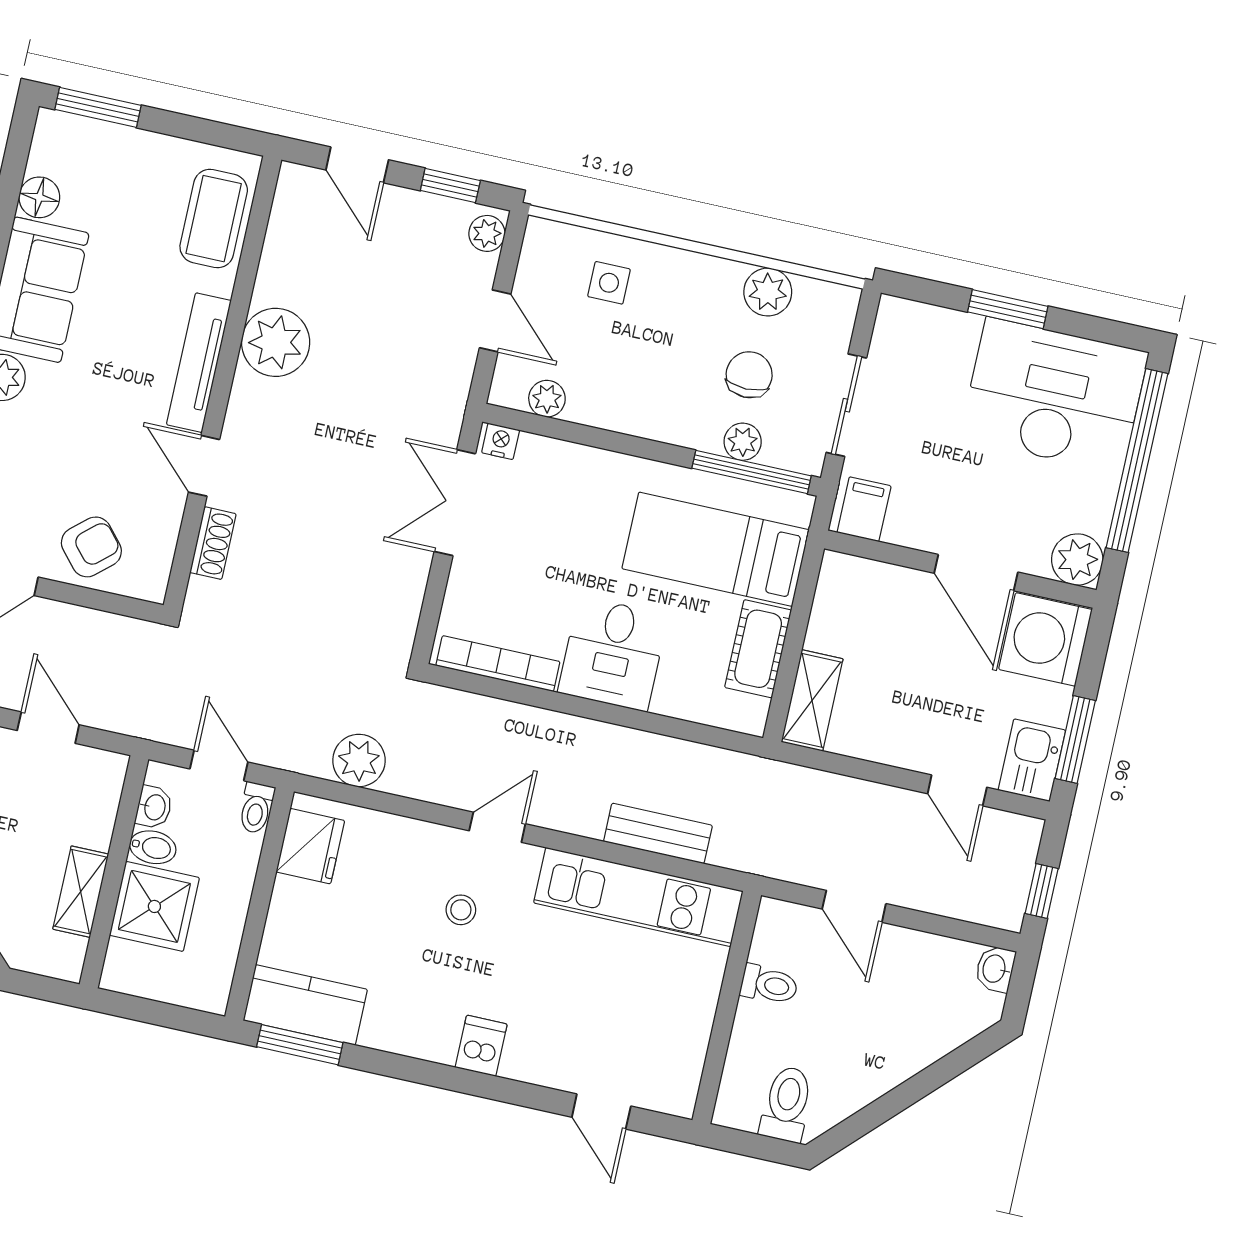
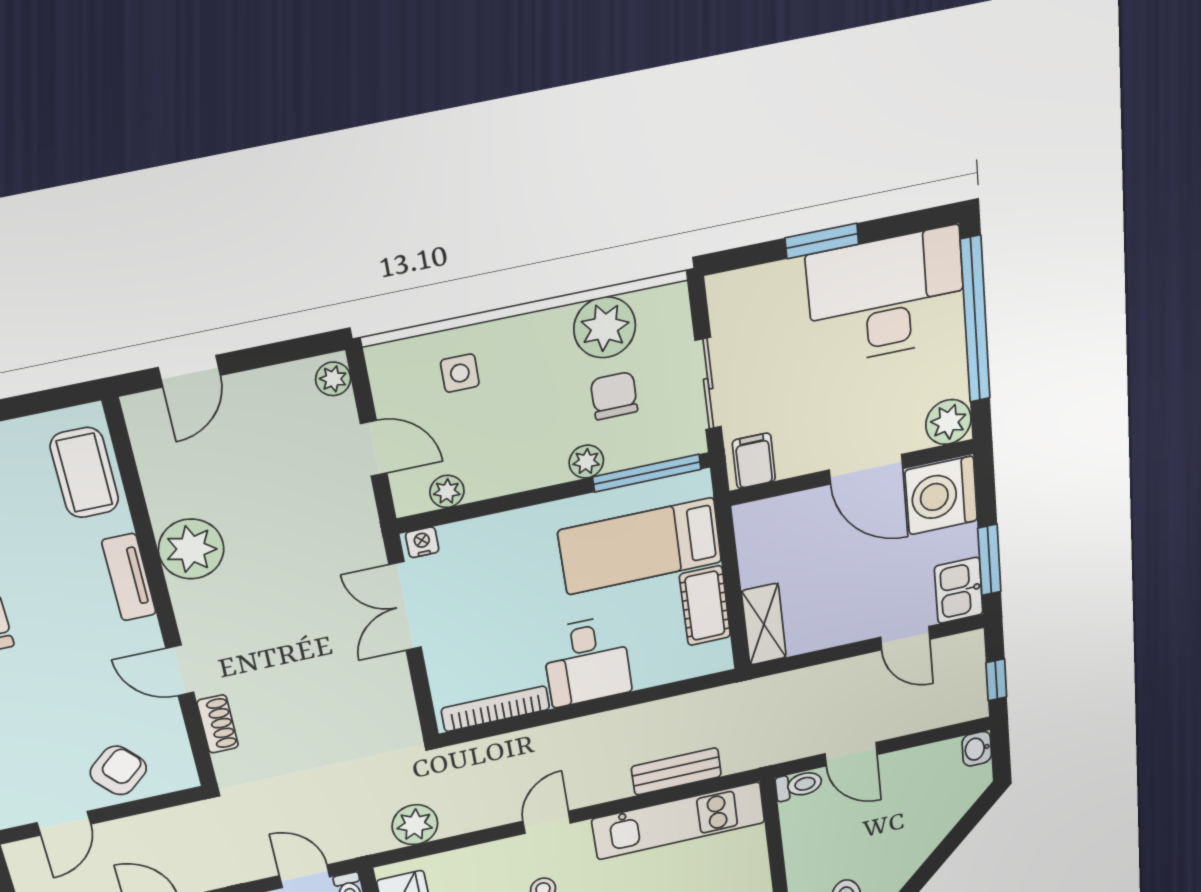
door: (357, 165) -> (189, 371), hinge flipped
window: (450, 186) -> (281, 352), removed
plant: (768, 292) -> (605, 327), width x1.36, depth x1.36
tv unit: (199, 363) -> (129, 577), width x0.71
plant: (743, 442) -> (586, 462), moved
toilet: (769, 985) -> (799, 785), moved

